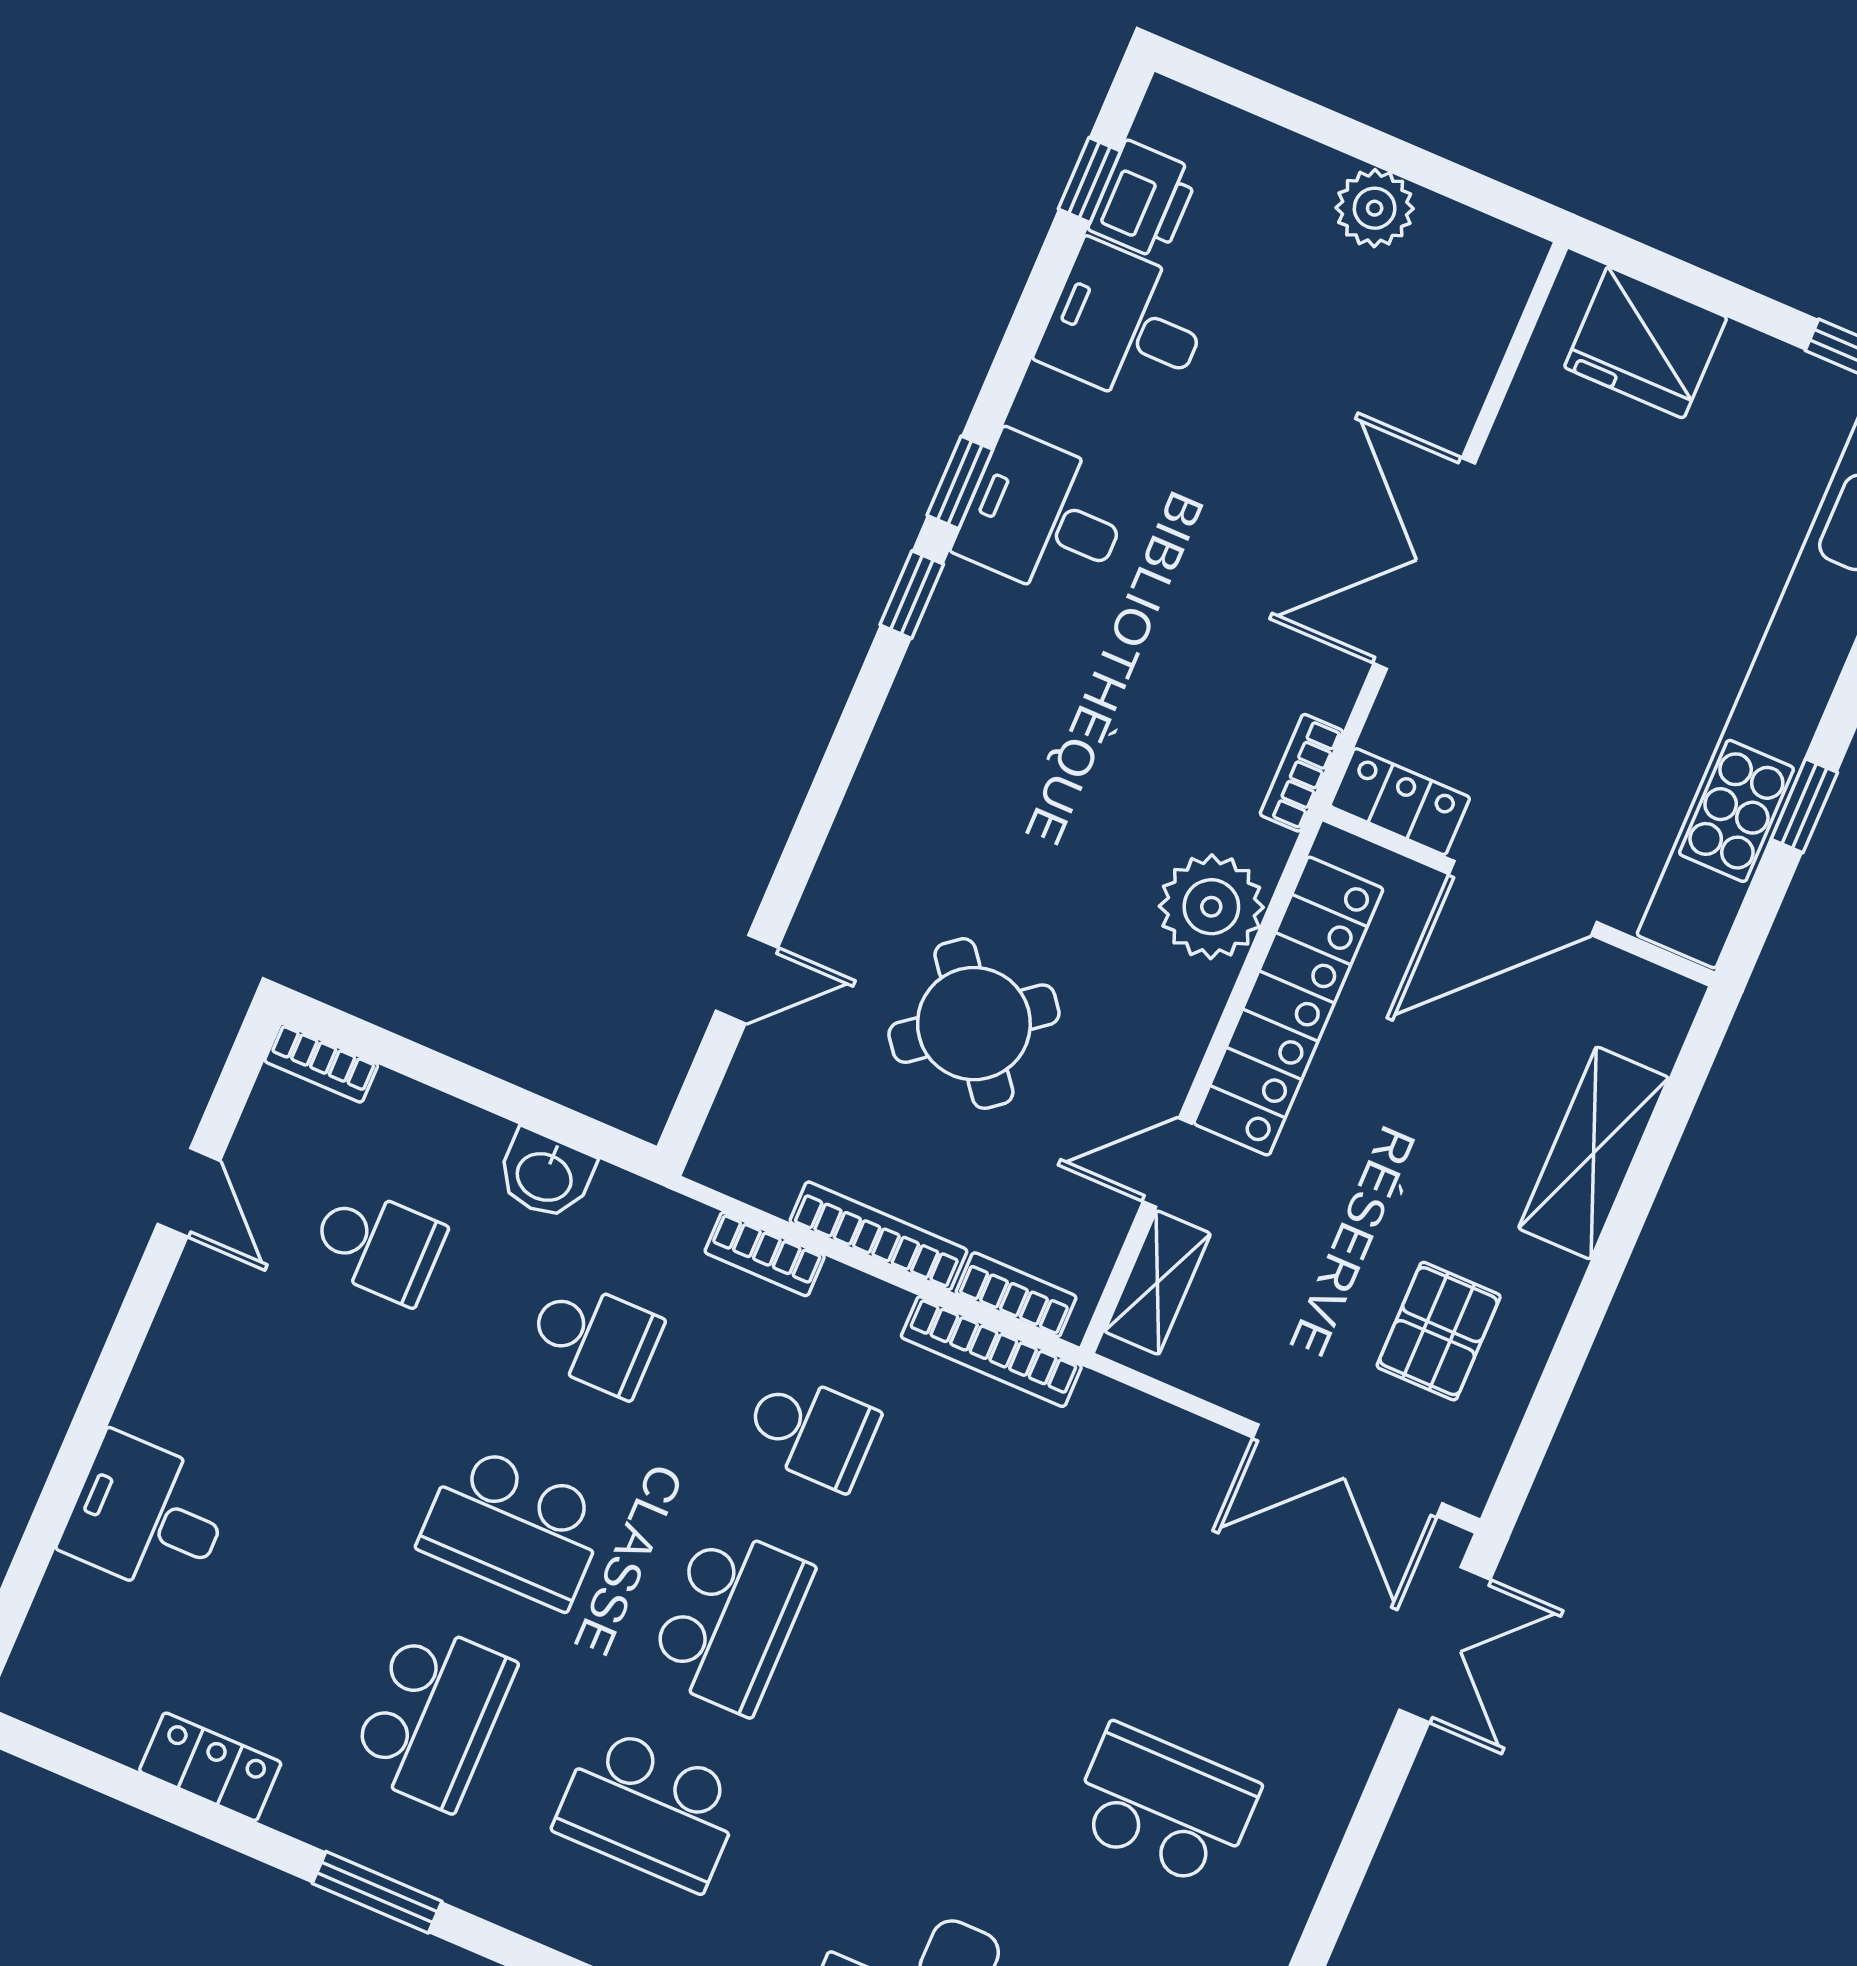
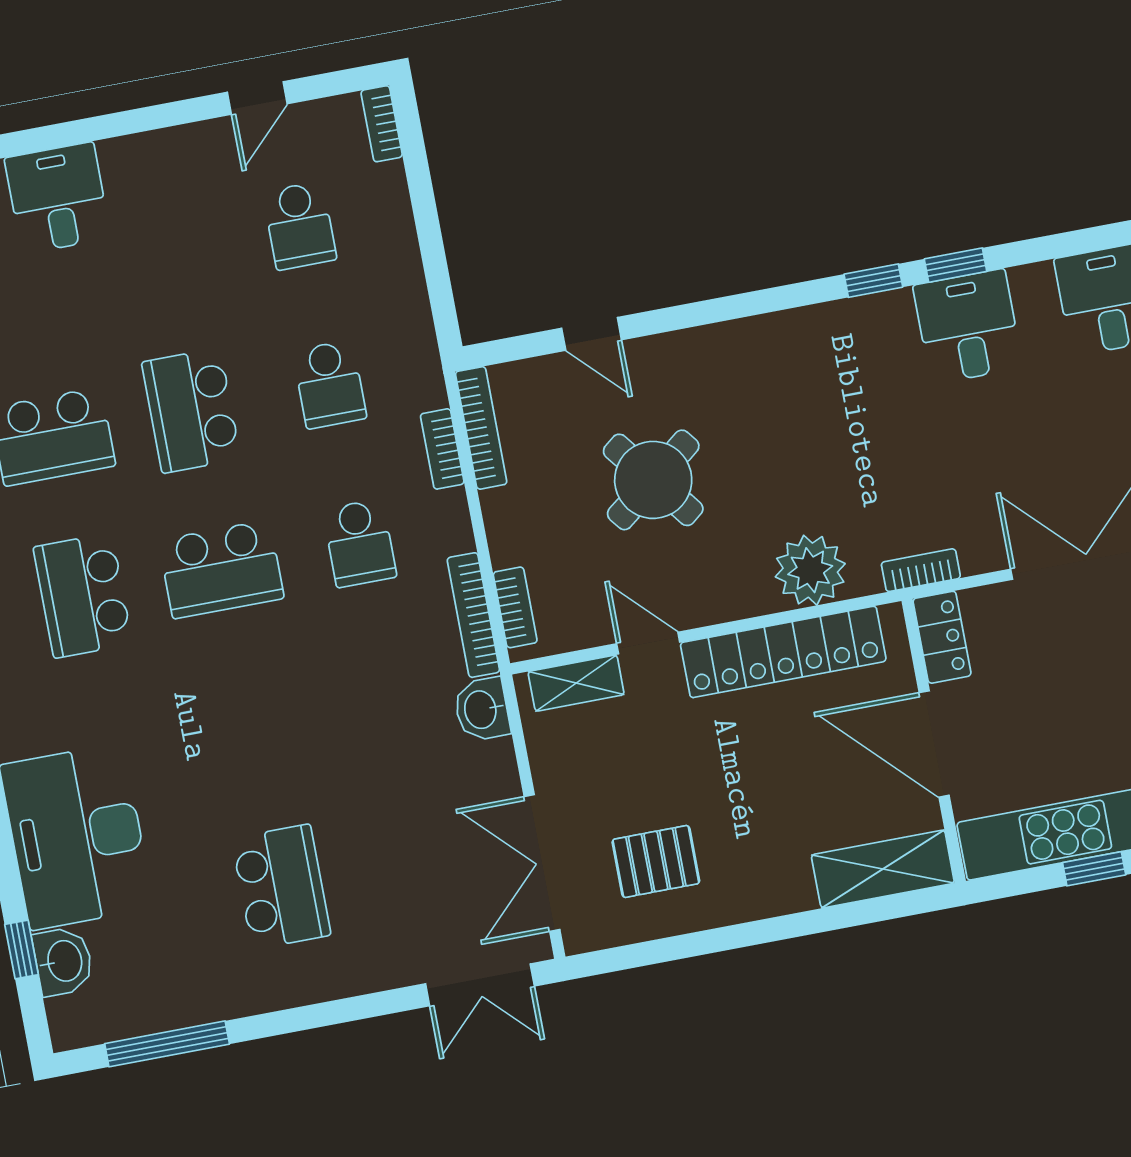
shelving: (1594, 1153) -> (883, 869), moved
washbasin: (545, 1175) -> (482, 709), moved
bookcase: (878, 1236) -> (481, 428), moved

